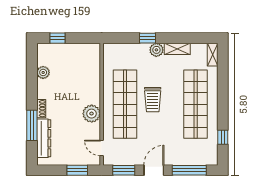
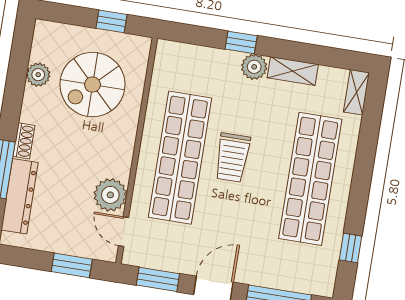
window: (58, 38) -> (111, 21), moved
spiral stairs: (73, 73) -> (92, 85), added
plant: (92, 114) -> (110, 195), moved

